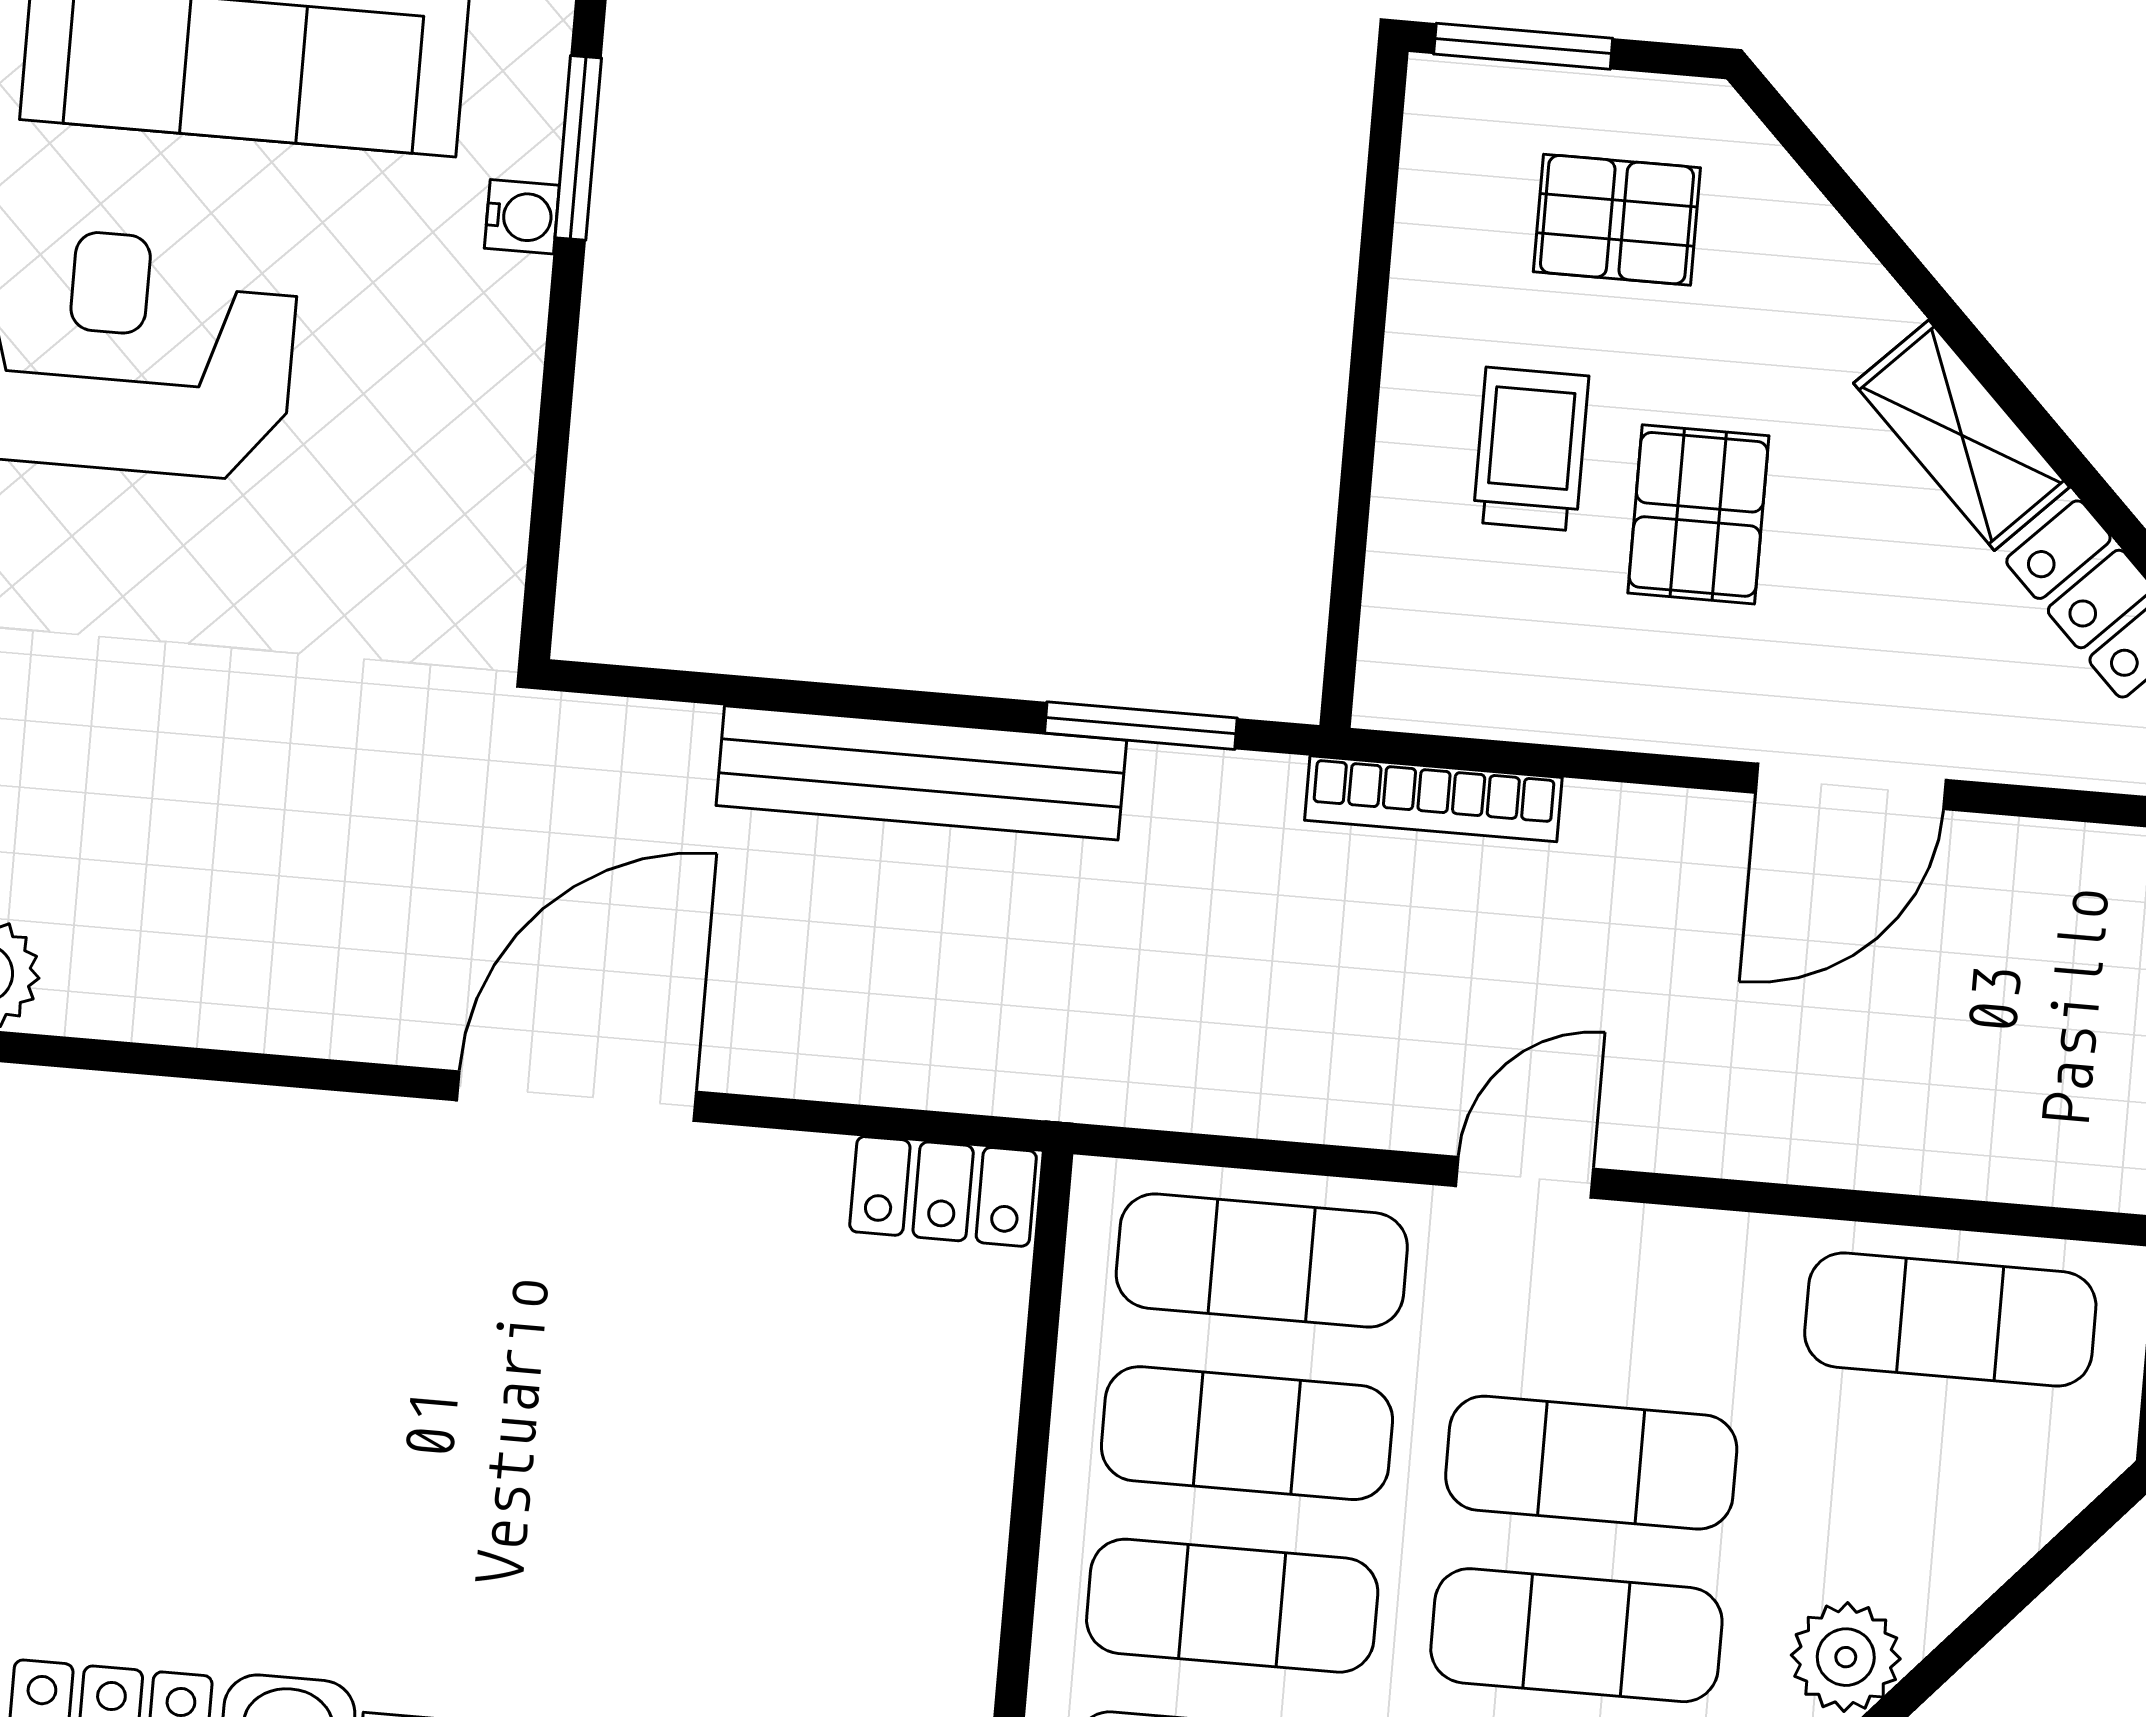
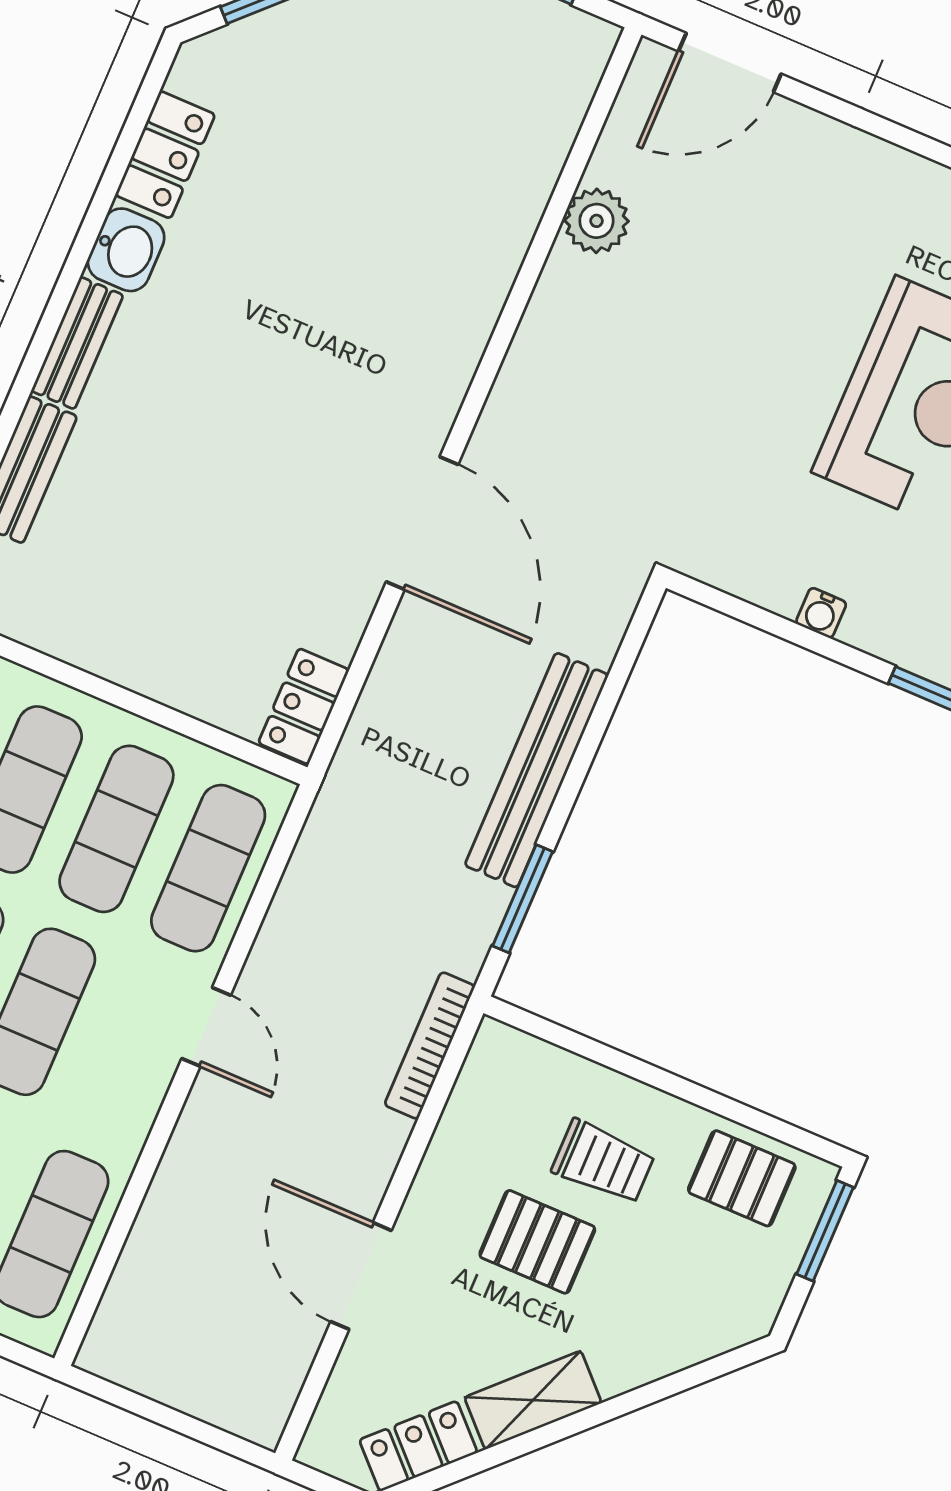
water cooler: (522, 217) -> (821, 613), moved
pallet: (1617, 220) -> (742, 1178), moved, turned 90

